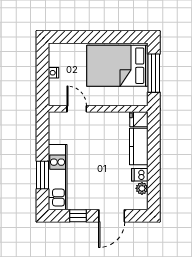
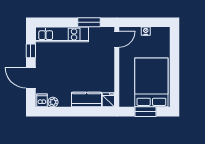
window: (154, 73) -> (146, 112), width x0.69
door: (77, 109) -> (117, 39), moved
window: (42, 175) -> (89, 22), moved
dishwasher: (140, 175) -> (42, 100), moved

